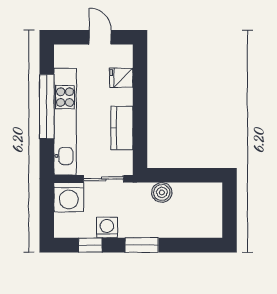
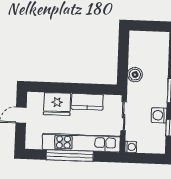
fridge: (121, 78) -> (57, 104), width x1.88, depth x1.34
washing machine: (69, 197) -> (131, 147), width x0.53, depth x0.53

